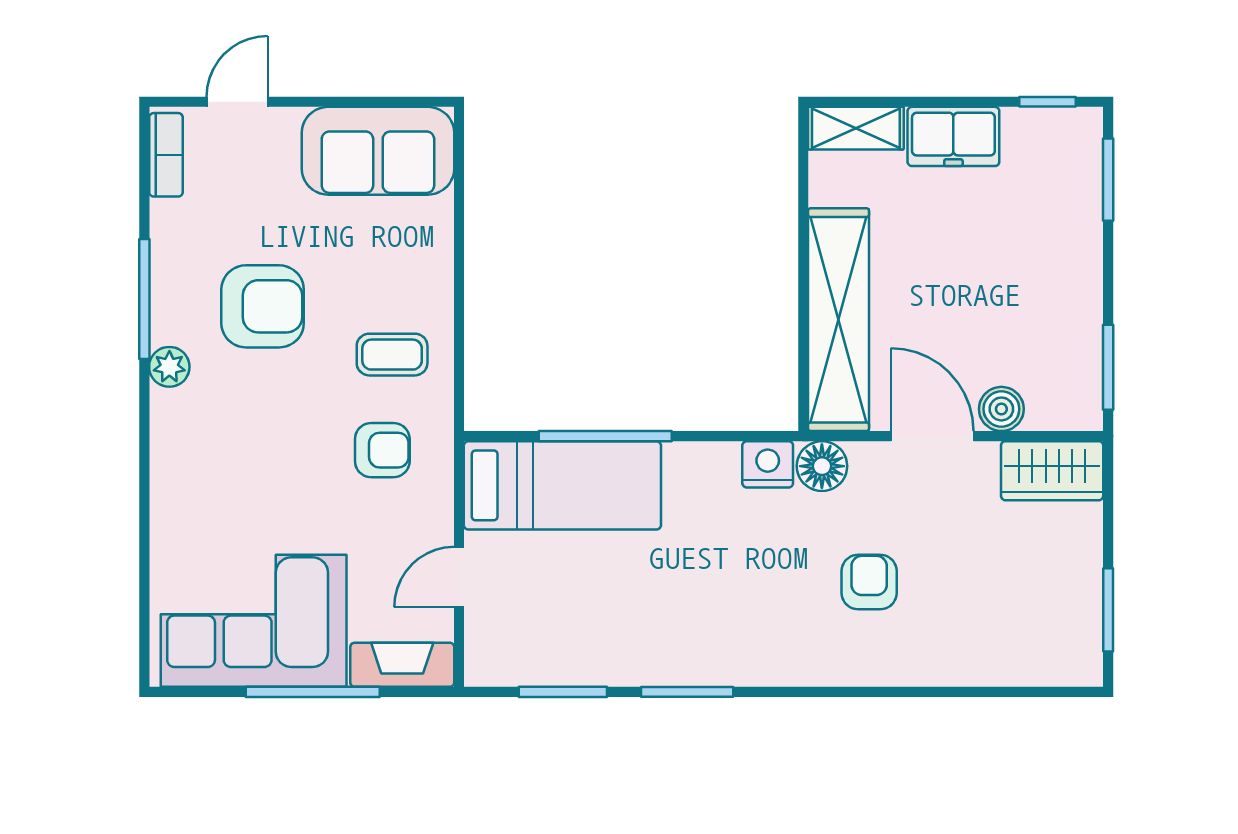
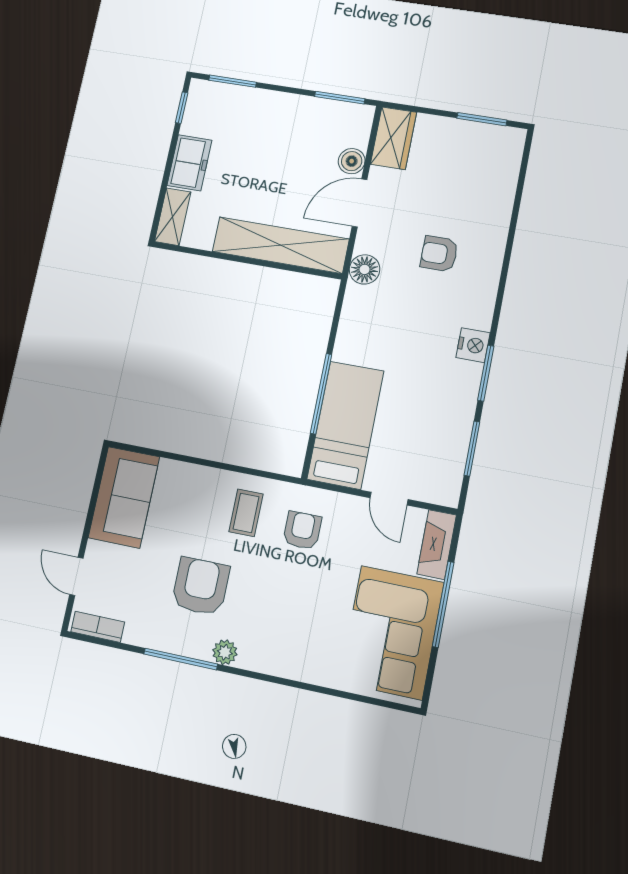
nightstand: (768, 464) -> (473, 345), moved, turned 180

